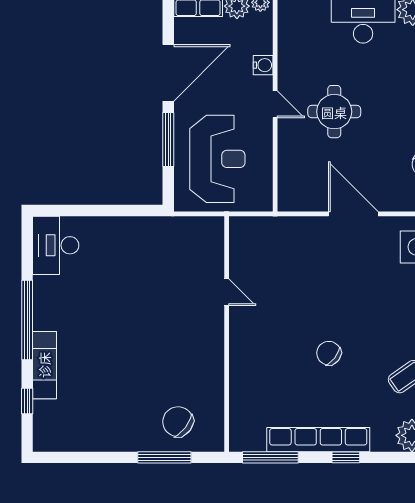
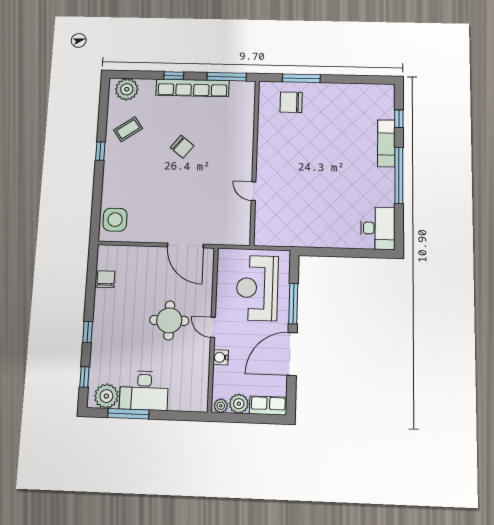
door: (353, 214) -> (185, 245), moved
chair: (178, 422) -> (291, 102), turned 143

